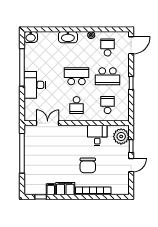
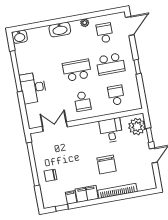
chair: (36, 166) -> (51, 175), added

